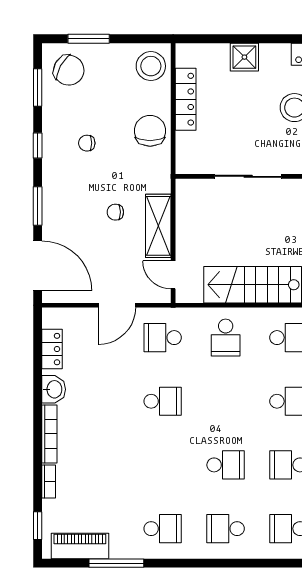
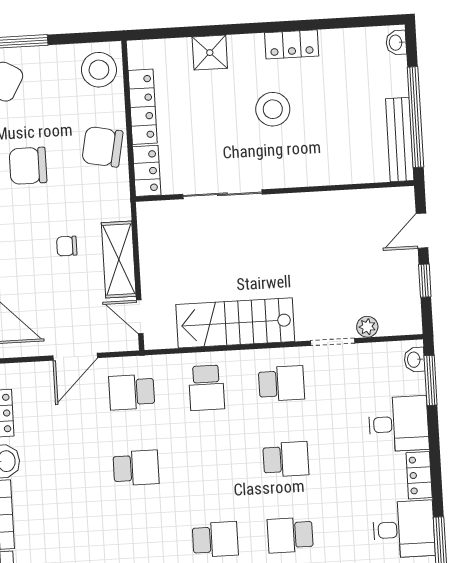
chair: (150, 131) -> (102, 147), turned -79
chair: (87, 143) -> (28, 166), width x1.87, depth x1.87
locker: (186, 153) -> (147, 171), added

